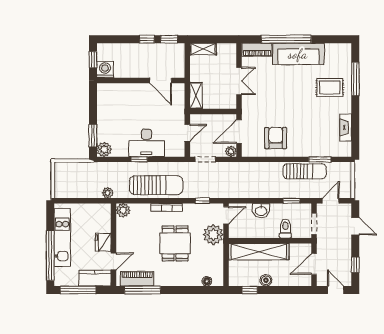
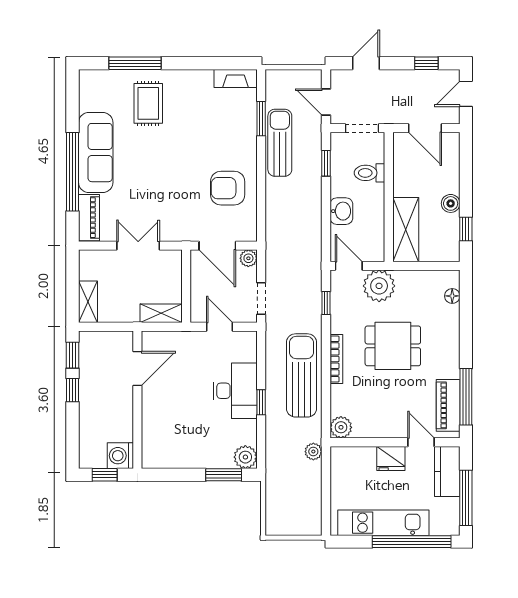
fireplace: (346, 127) -> (236, 78), moved
shelving: (259, 252) -> (406, 230), width x0.68

